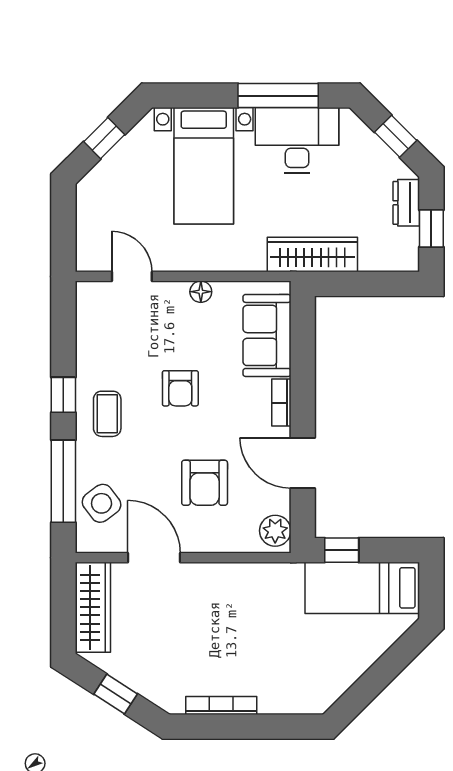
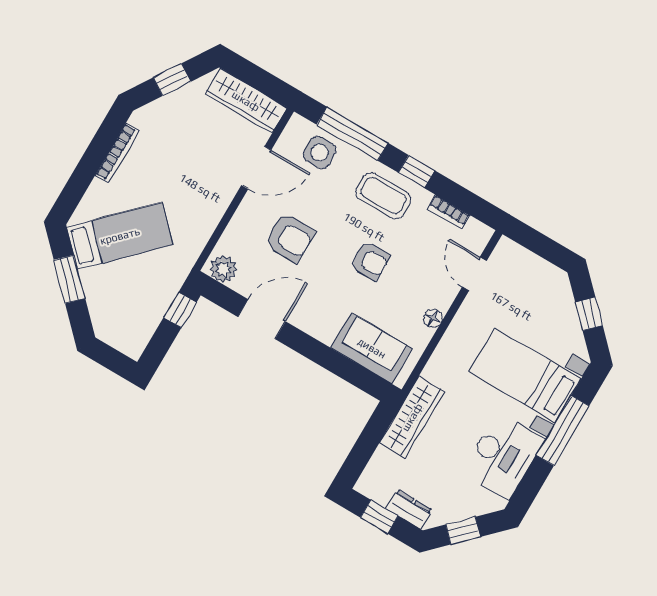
window: (278, 96) -> (563, 431), moved
door: (132, 276) -> (474, 274), swing flipped
armchair: (180, 388) -> (370, 261), turned 180
bookcase: (281, 403) -> (449, 212), moved, turned 180
coffee table: (107, 414) -> (383, 196), width x1.36, depth x1.30
armchair: (205, 483) -> (290, 238), turned 180
side table: (102, 503) -> (319, 152), turned 37
bed: (362, 588) -> (120, 236), moved, turned 45
window: (376, 679) -> (69, 279), added

